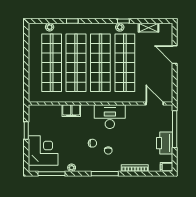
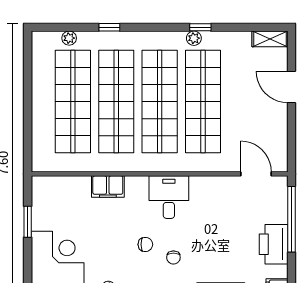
shelving: (149, 28) -> (270, 39), moved
desk: (110, 117) -> (169, 197), width x0.73

